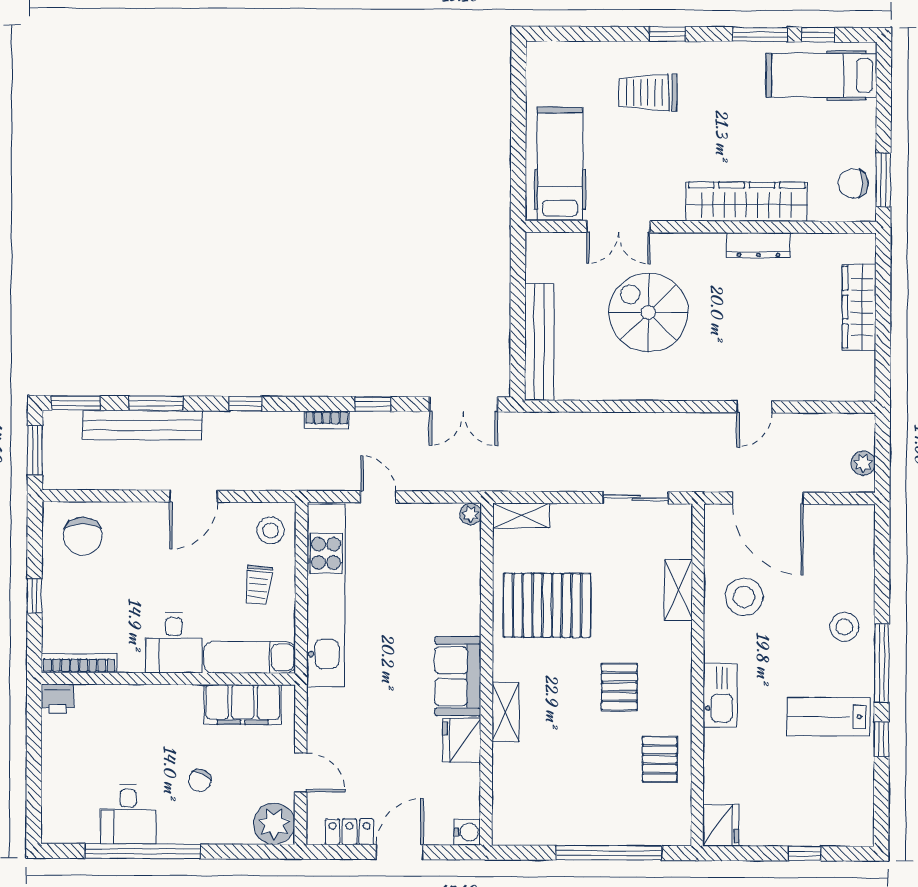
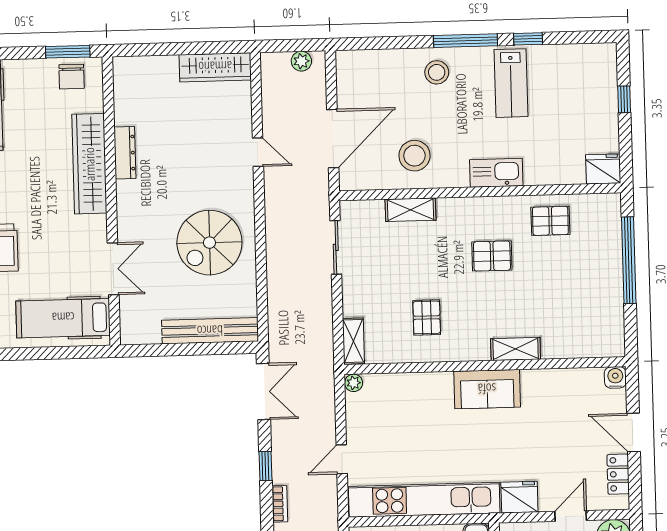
wardrobe: (859, 307) -> (215, 67), moved
spiral stairs: (648, 312) -> (209, 243), moved
pallet: (547, 605) -> (427, 317), width x0.49, depth x0.50
fridge: (462, 740) -> (519, 497), moved, turned 180

